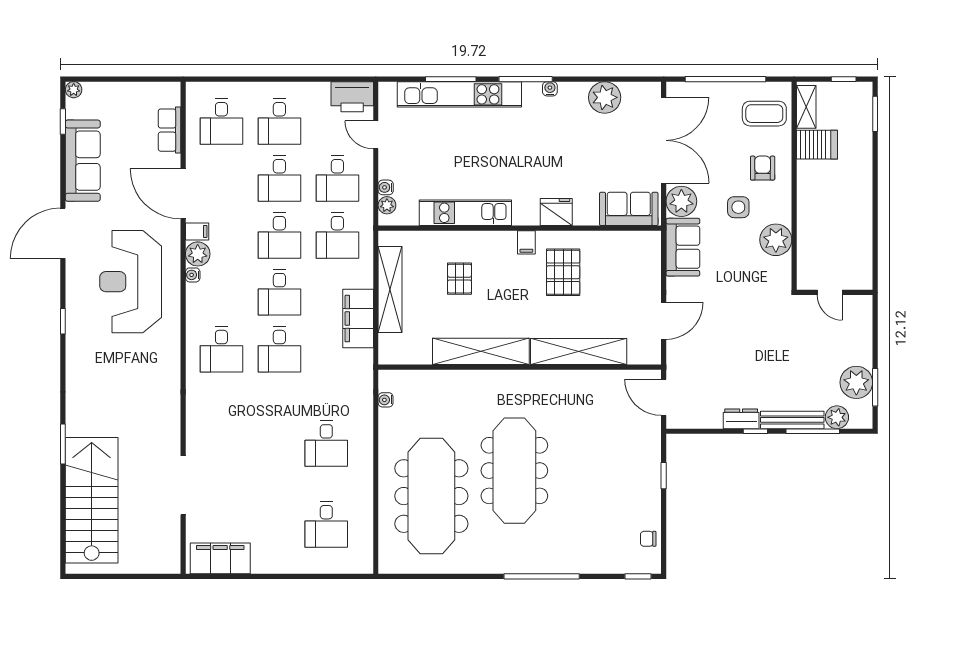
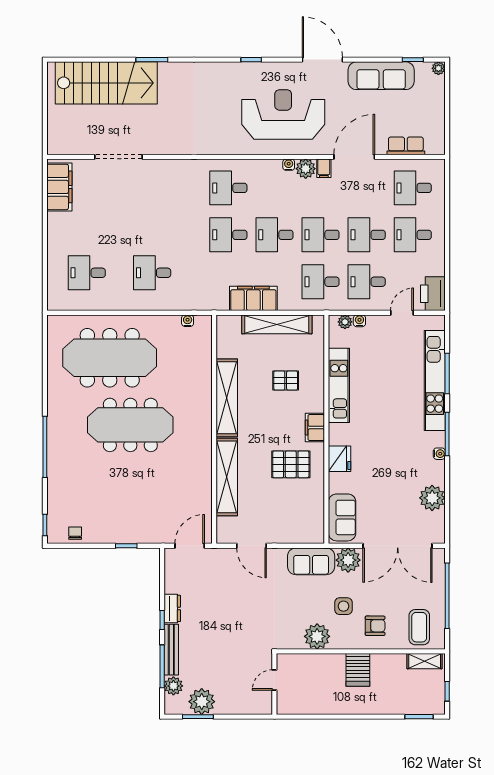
server rack: (817, 145) -> (358, 670), moved
filing cabinet: (526, 242) -> (315, 428), width x2.00

